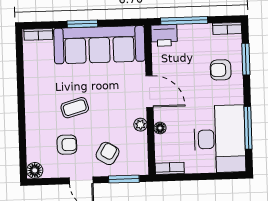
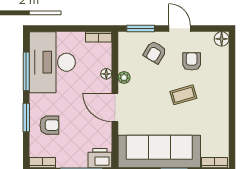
window: (246, 59) -> (26, 117), moved
armchair: (67, 145) -> (192, 61), turned 90

